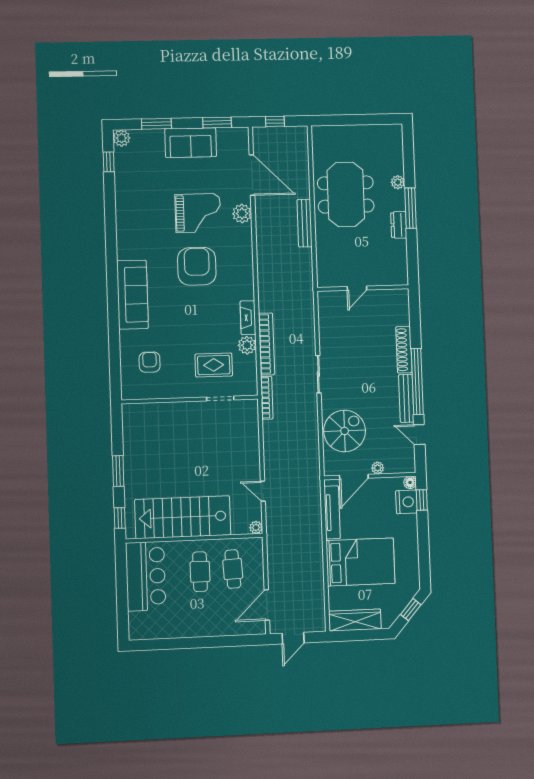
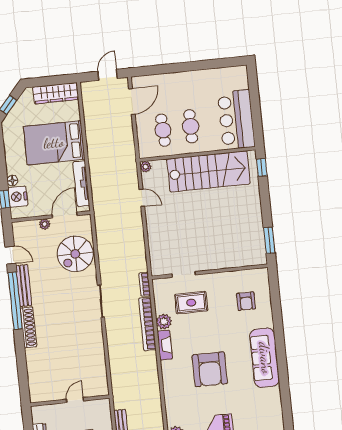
armchair: (197, 266) -> (210, 369), moved
door: (357, 288) -> (75, 400), moved
wall: (363, 288) -> (70, 401), moved
bookcase: (267, 398) -> (145, 284), width x0.64
window: (118, 471) -> (269, 240), moved
floor lamp: (410, 482) -> (12, 181), moved

